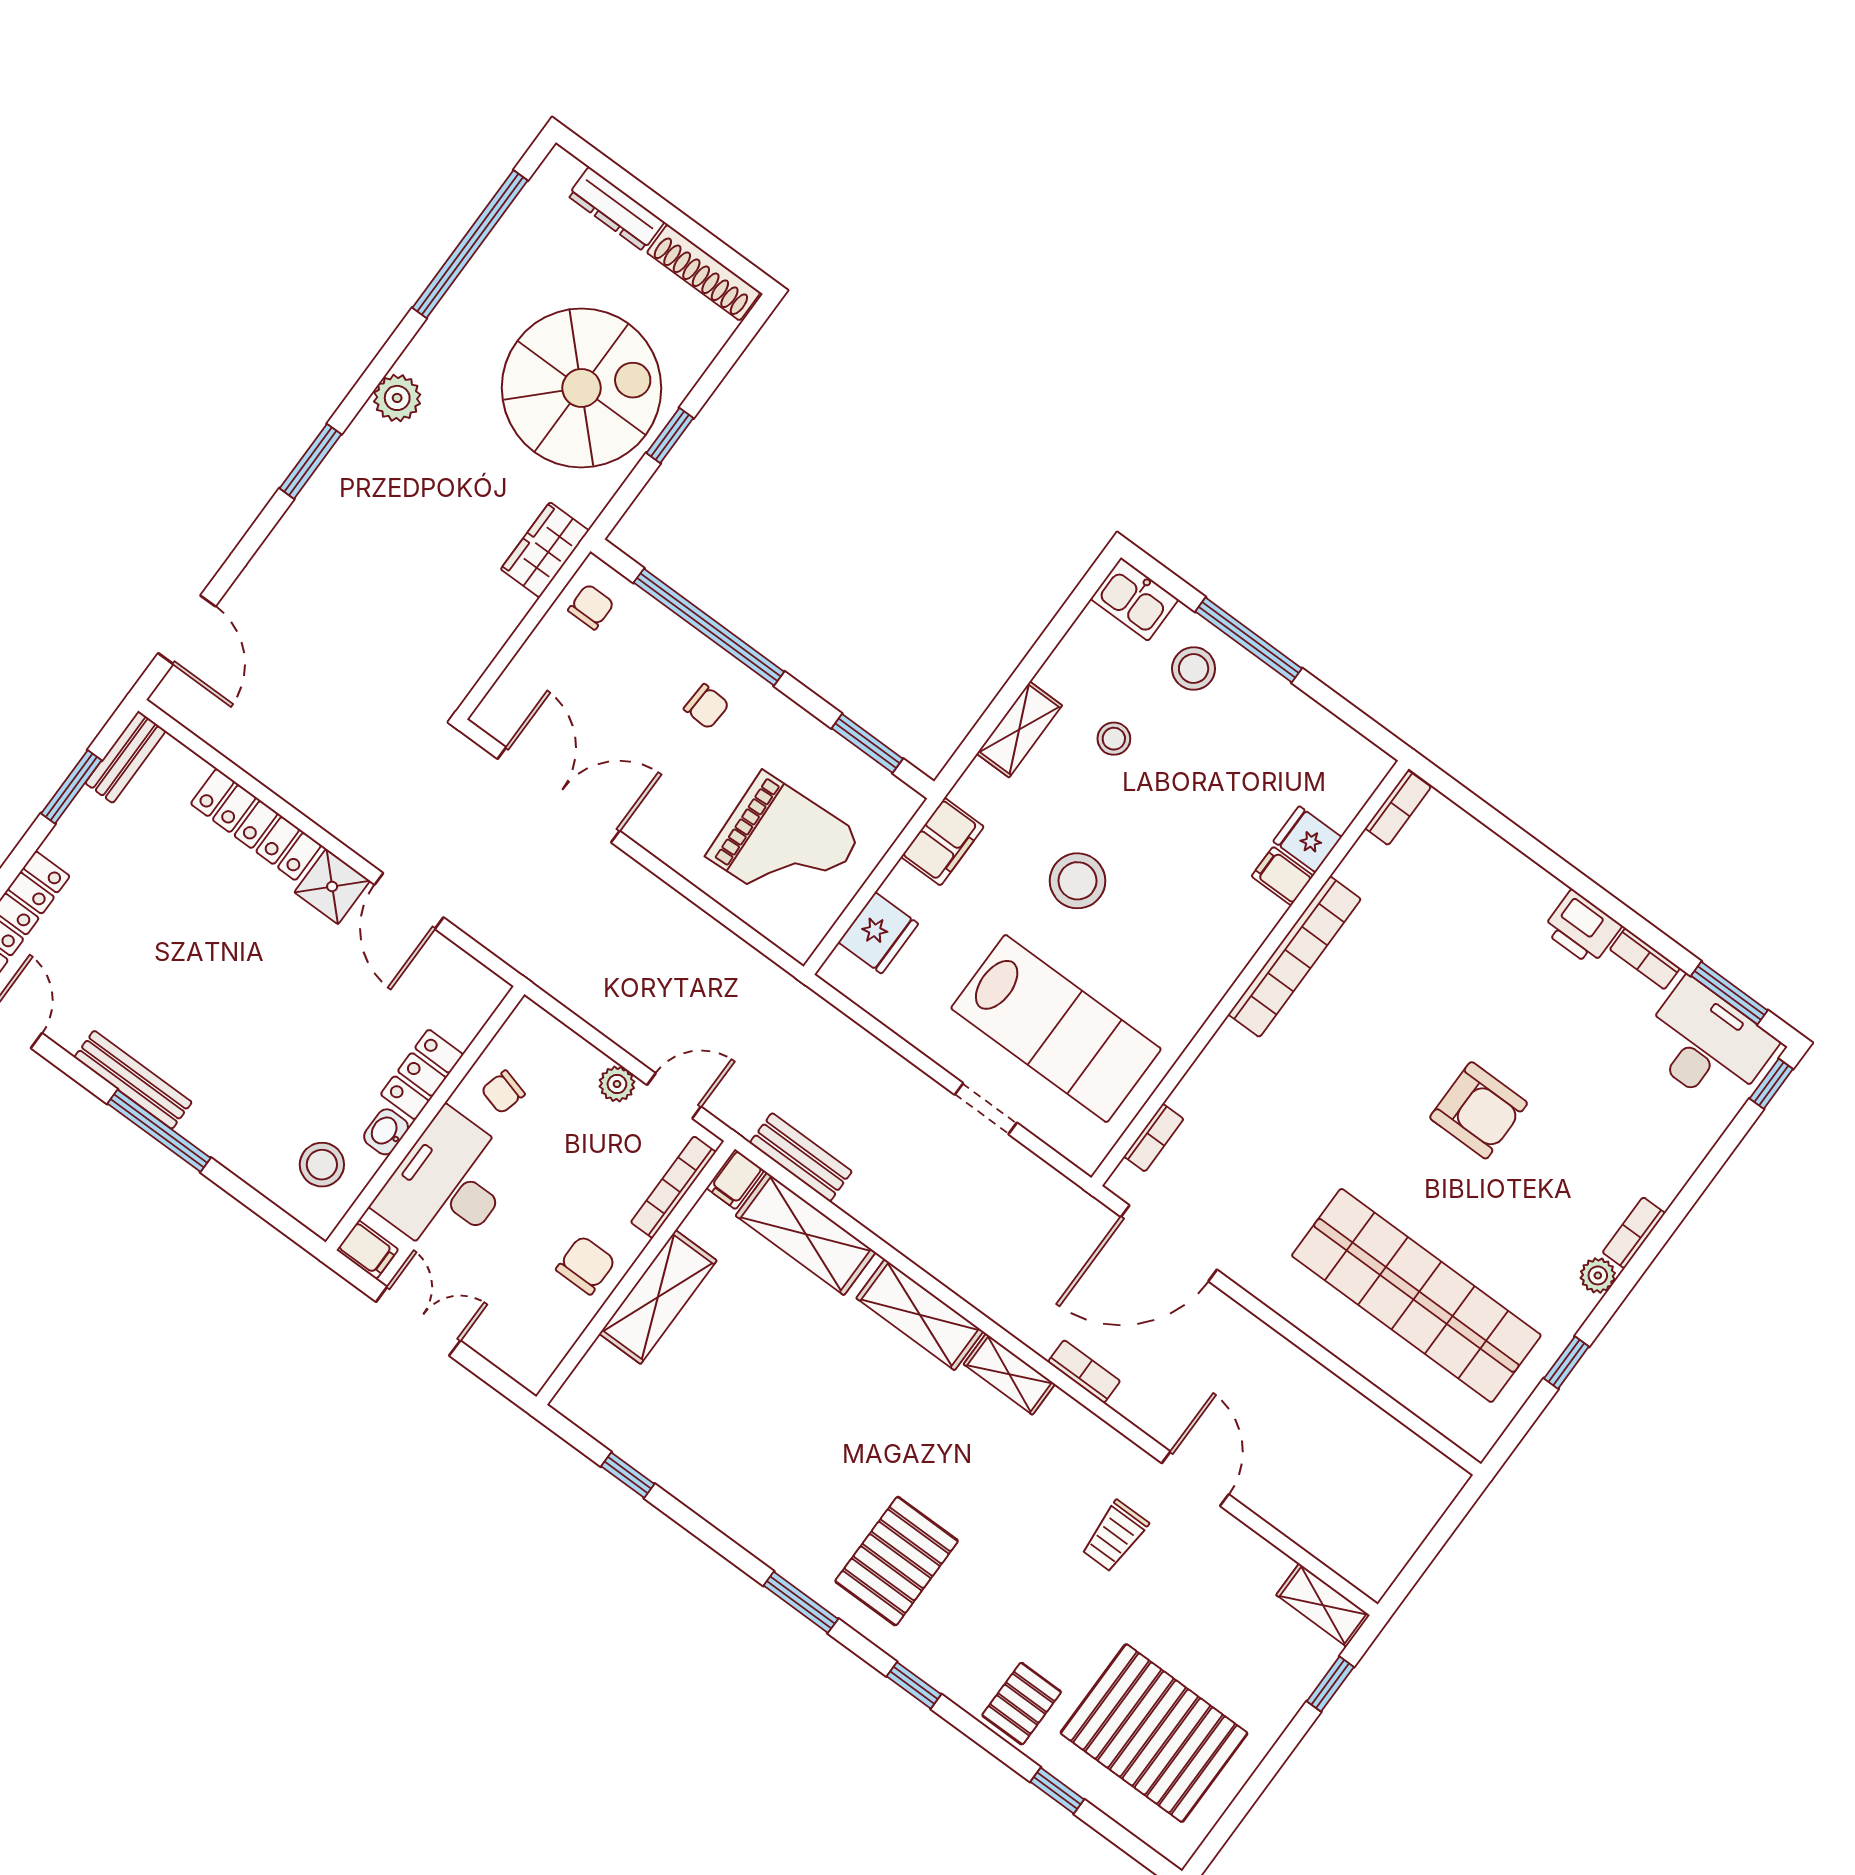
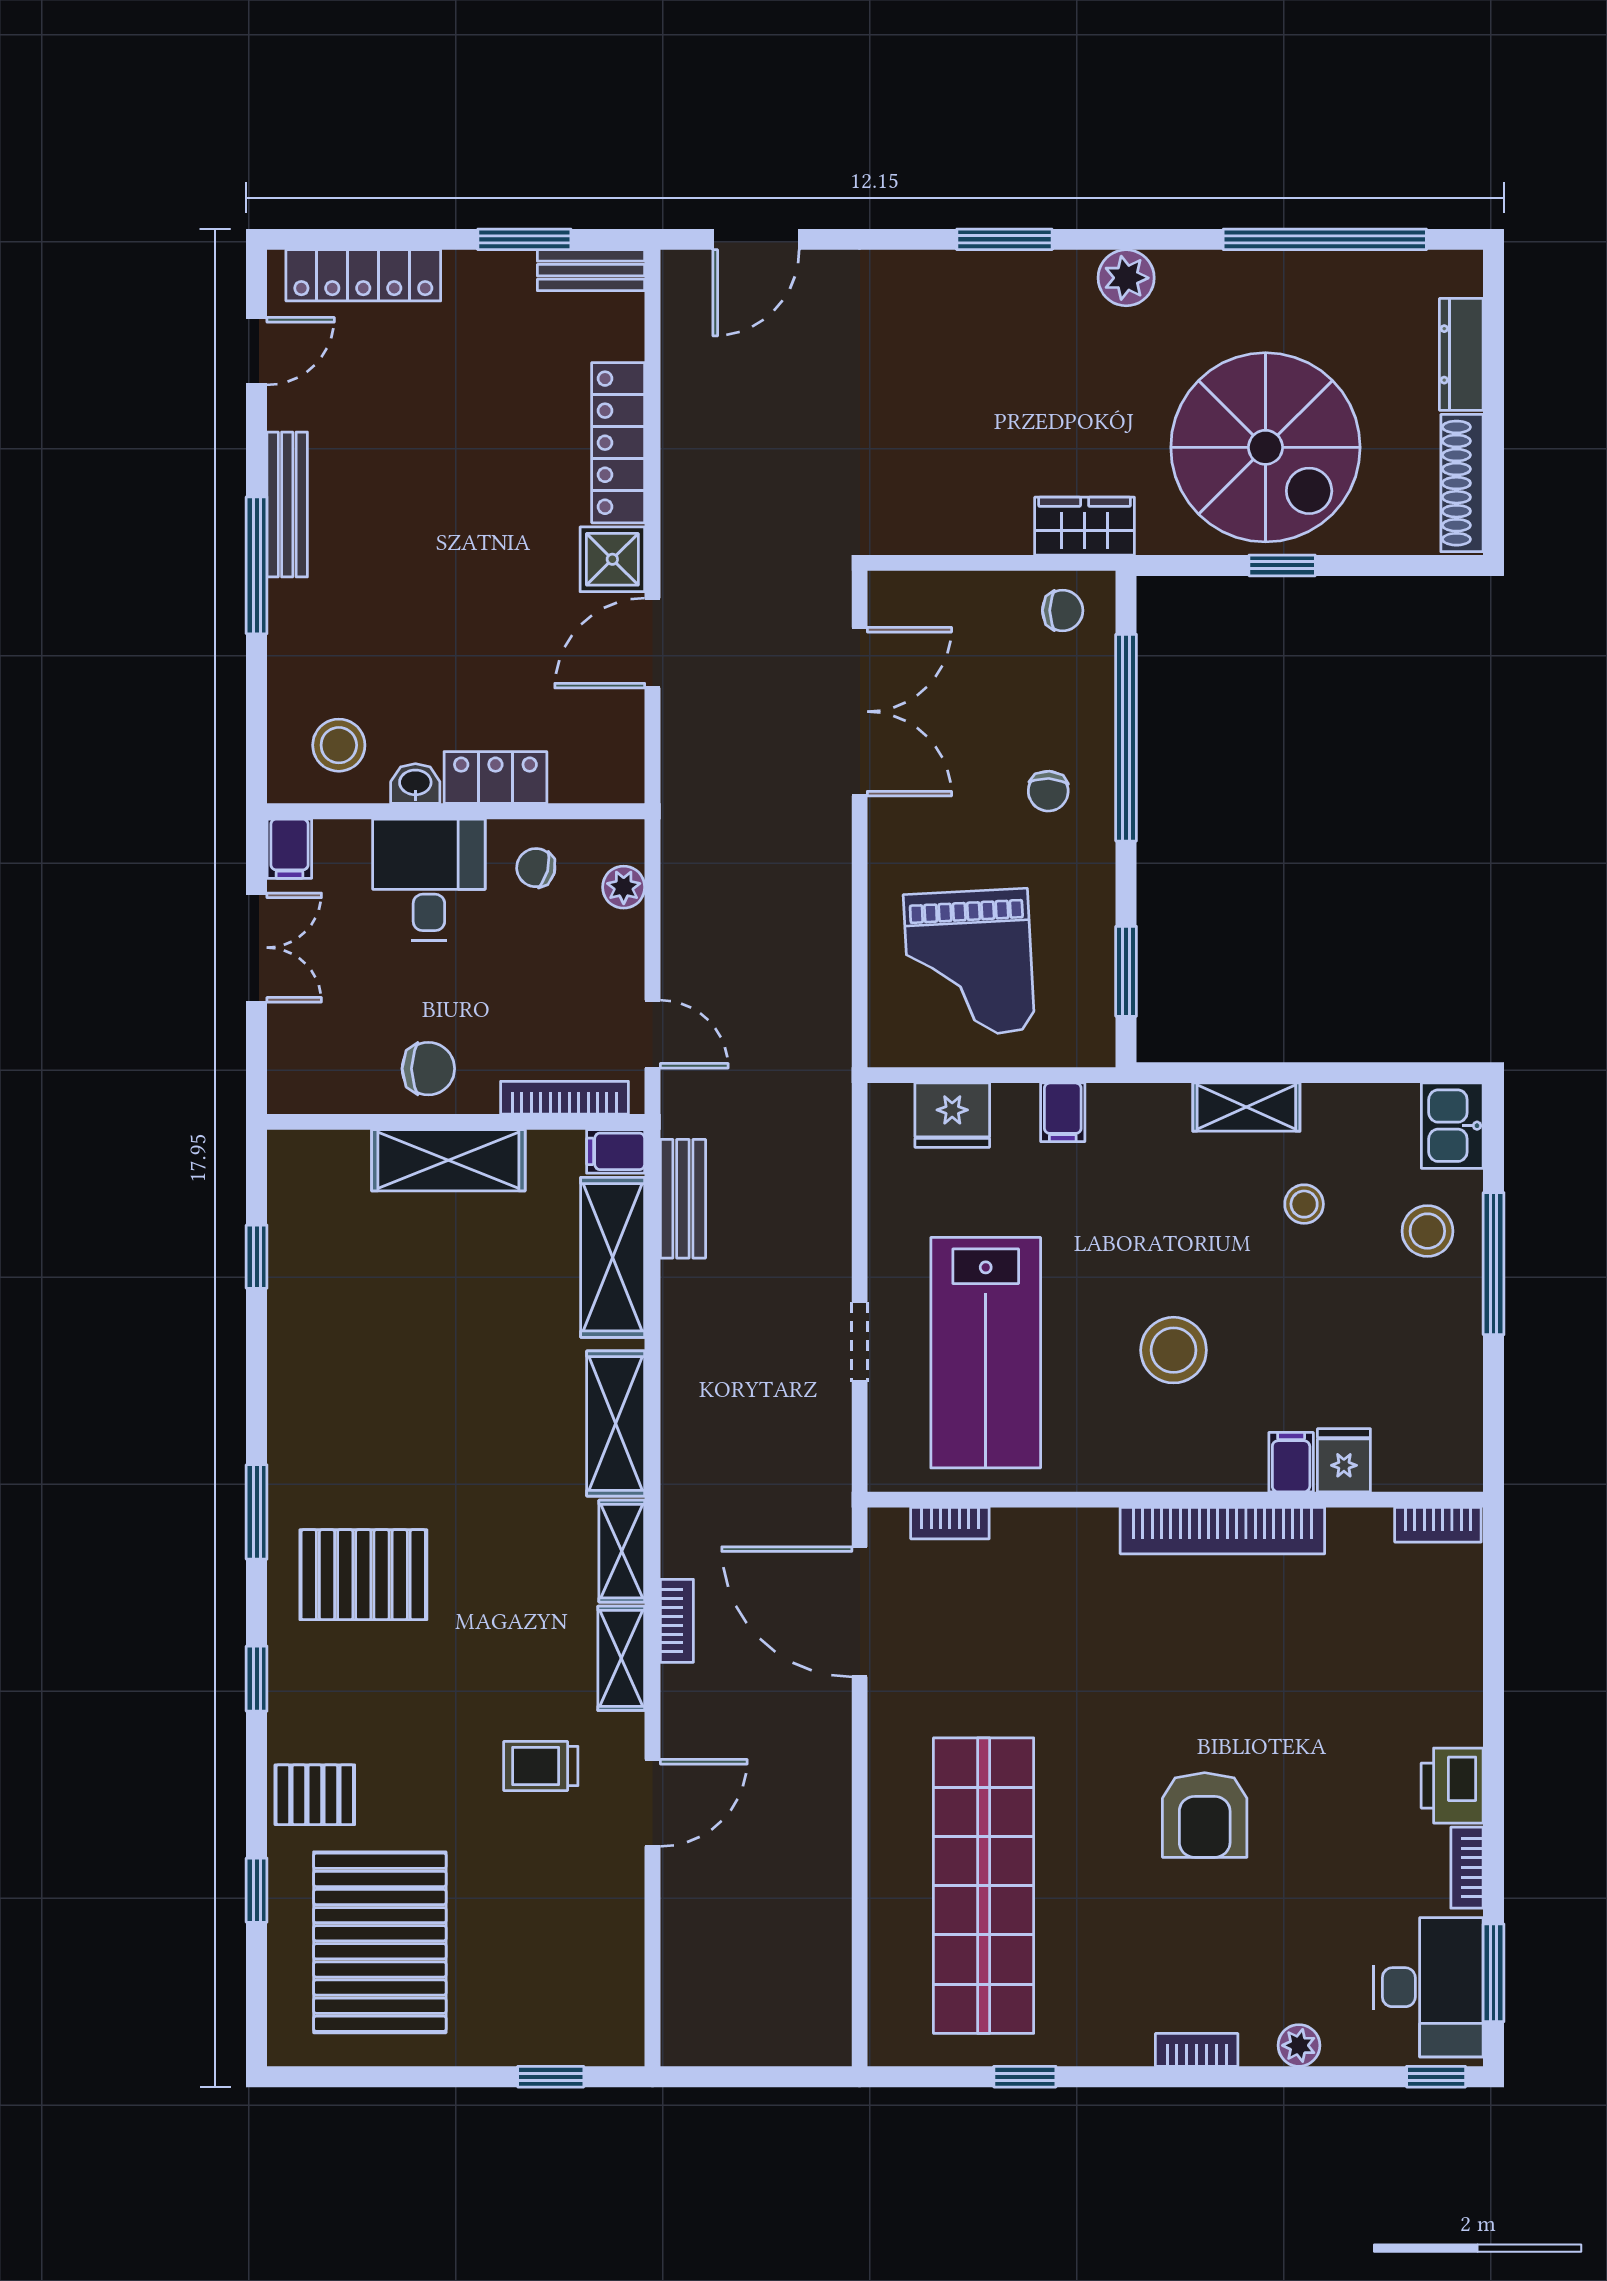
filing cabinet: (942, 842) -> (1063, 1112), width x0.50
stool: (1078, 881) -> (1174, 1350), moved
plant: (617, 1084) -> (624, 887), moved
desk: (448, 1185) -> (429, 880), width x0.73
plant: (1598, 1275) -> (1299, 2045), moved
shelving: (1323, 1605) -> (621, 1658), moved

